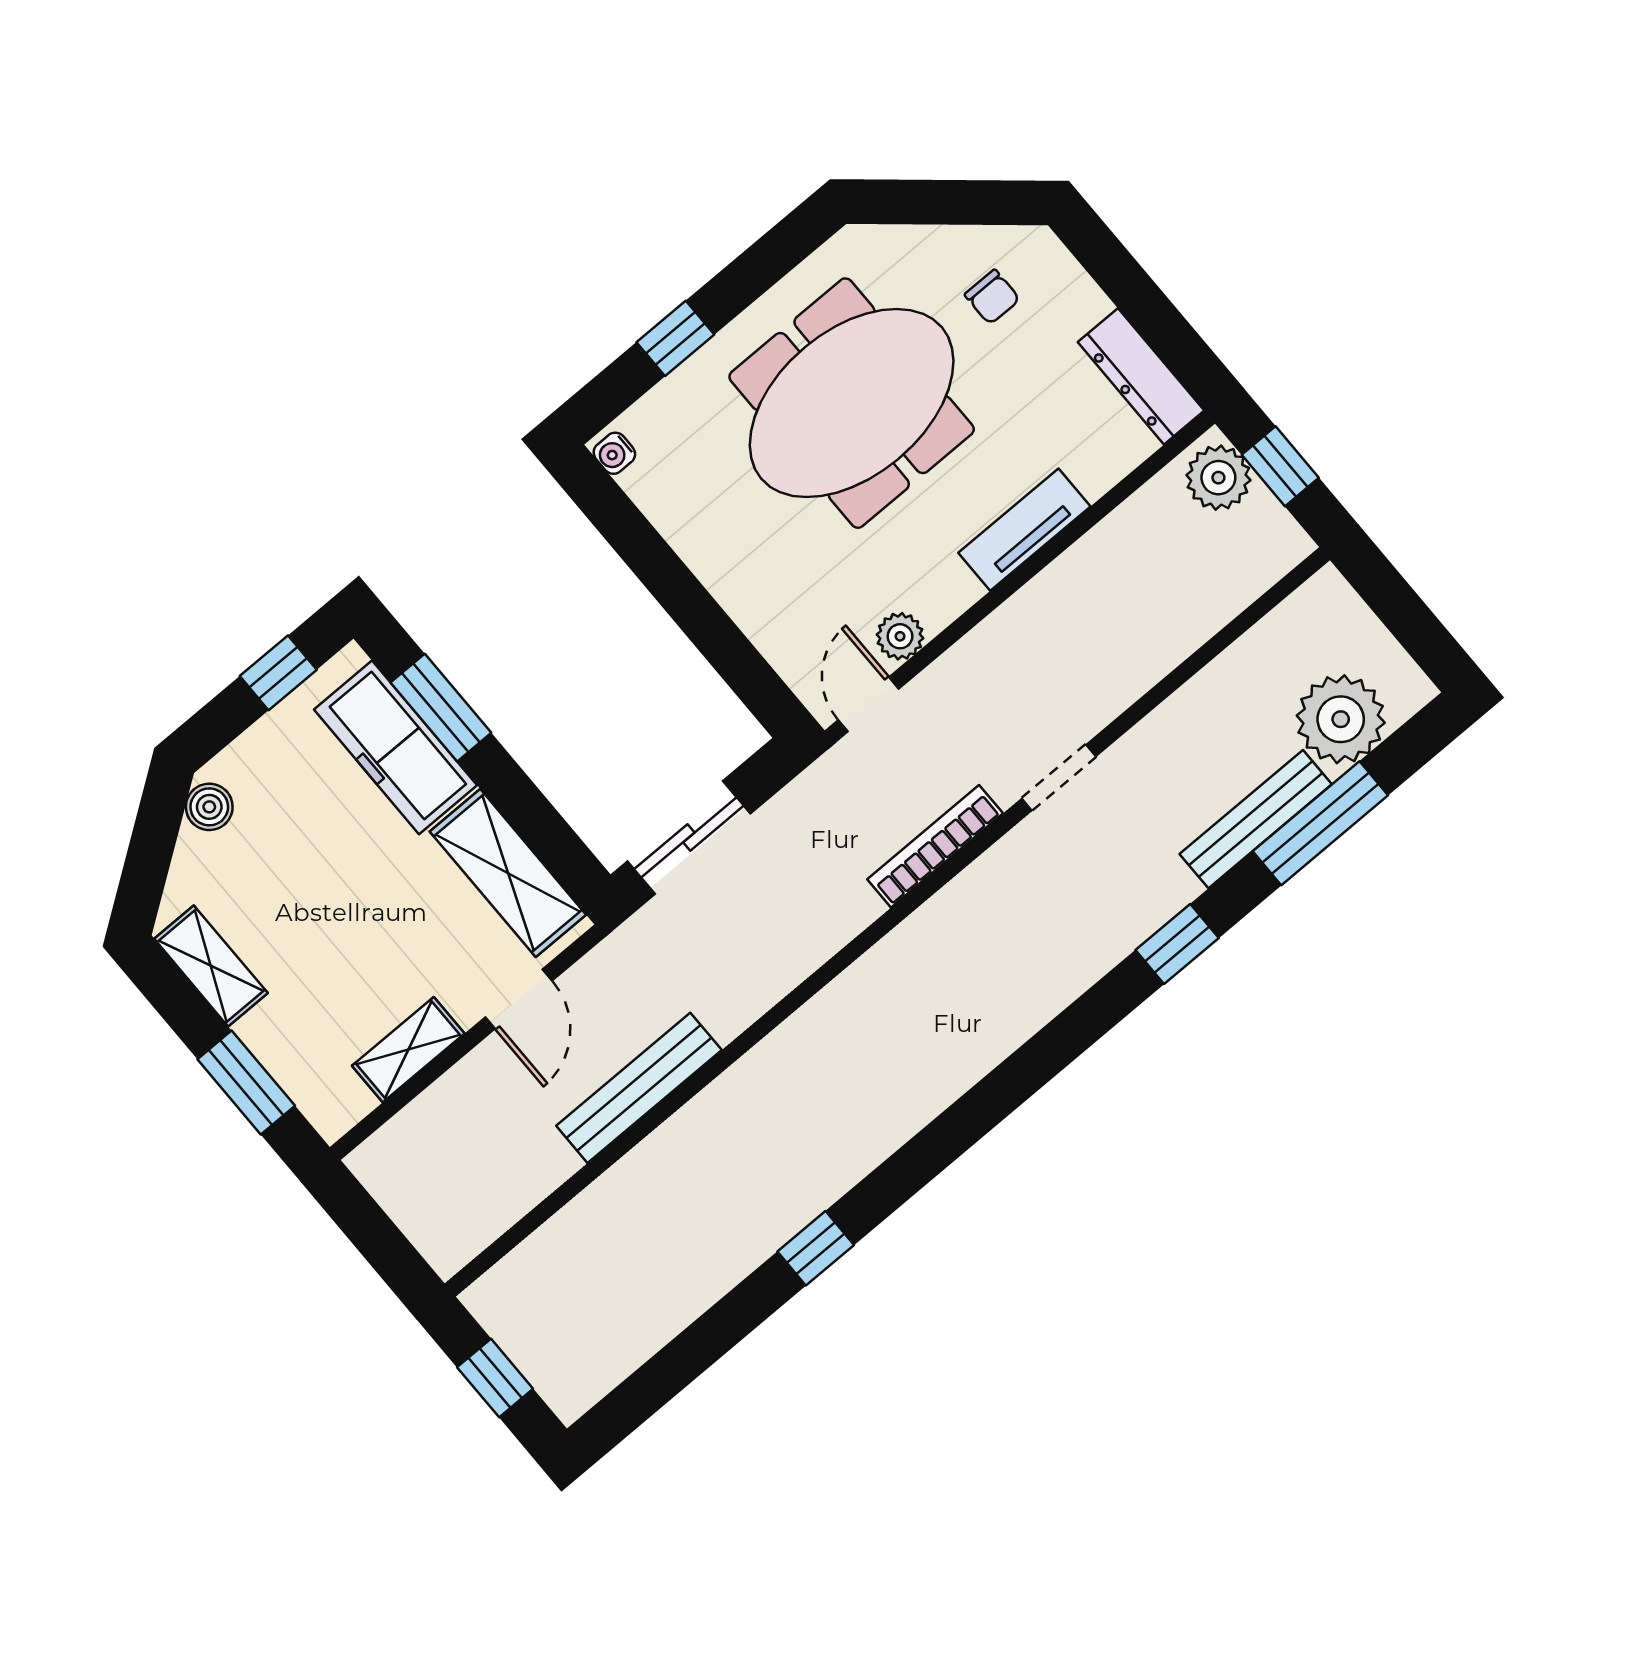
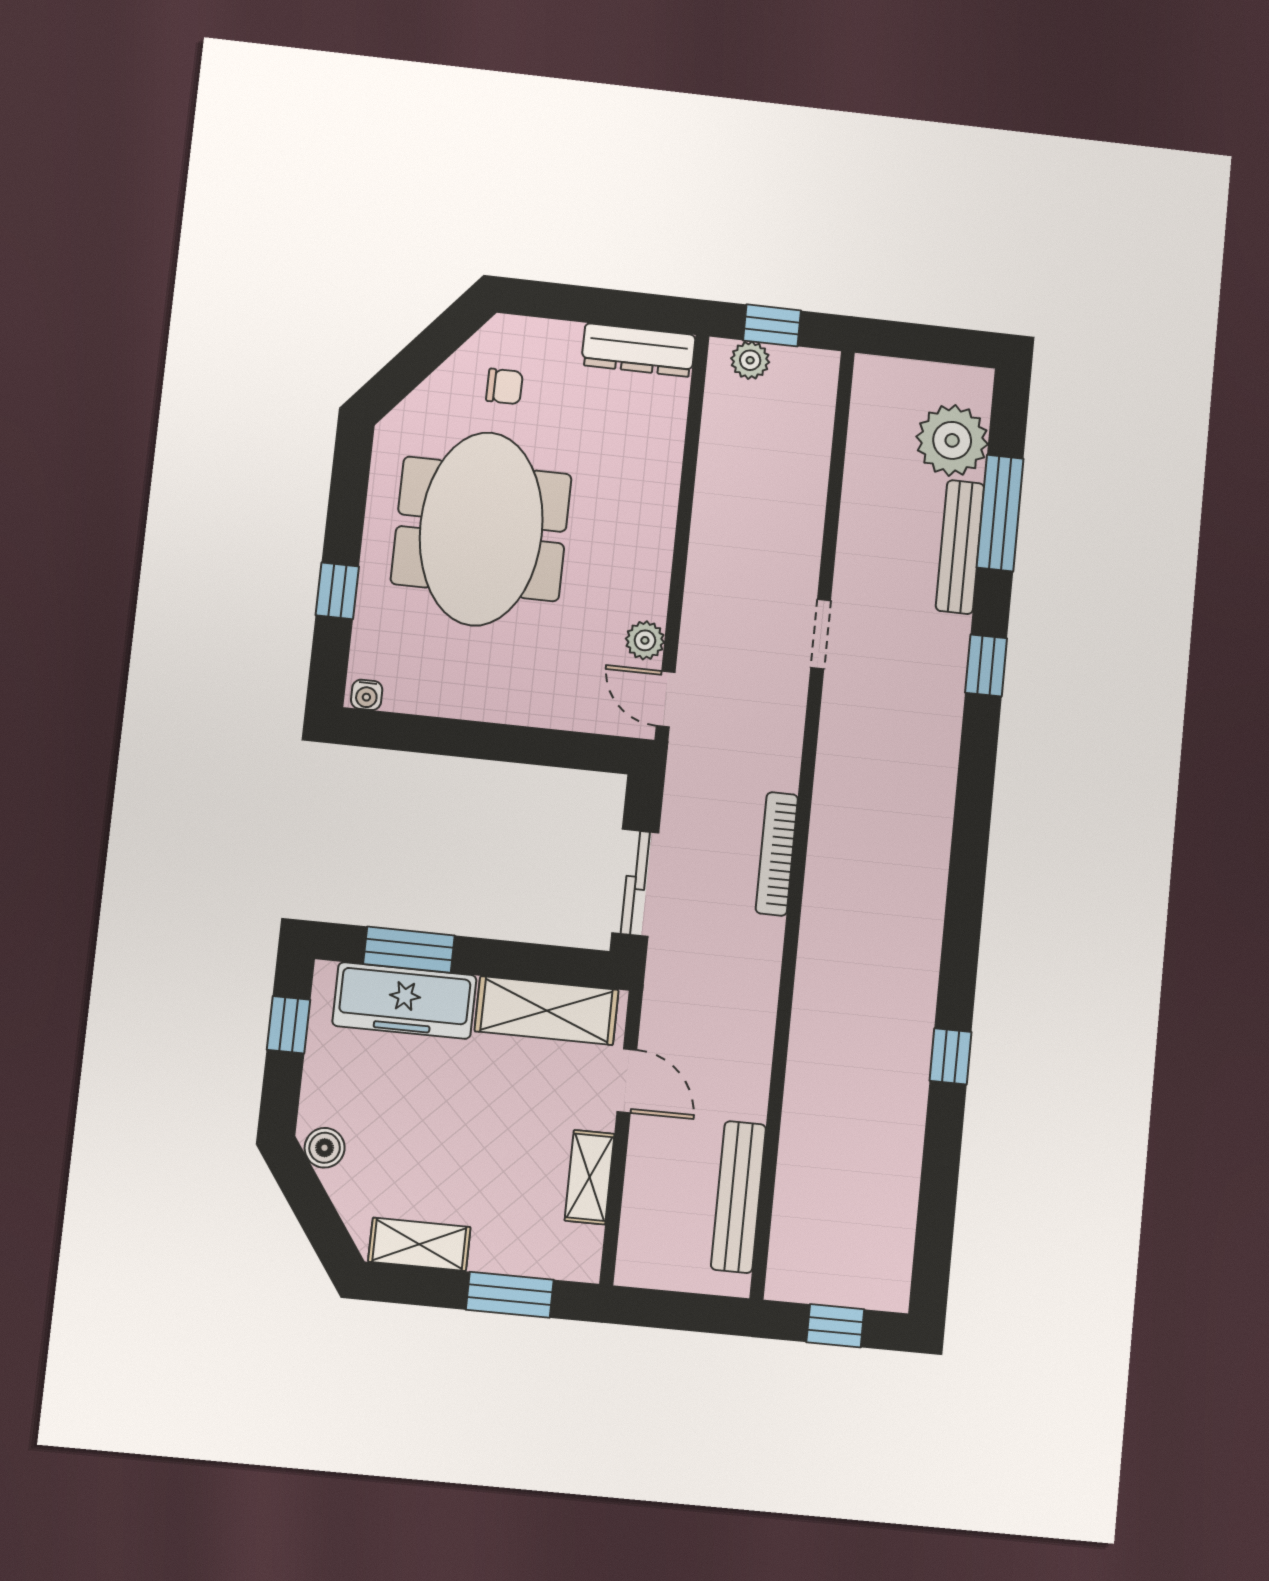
plant: (1218, 478) -> (750, 360), width x0.73, depth x0.73
tv unit: (1024, 530) -> (657, 506), removed
bookcase: (935, 846) -> (777, 854), moved
bench: (639, 1088) -> (738, 1197), moved

